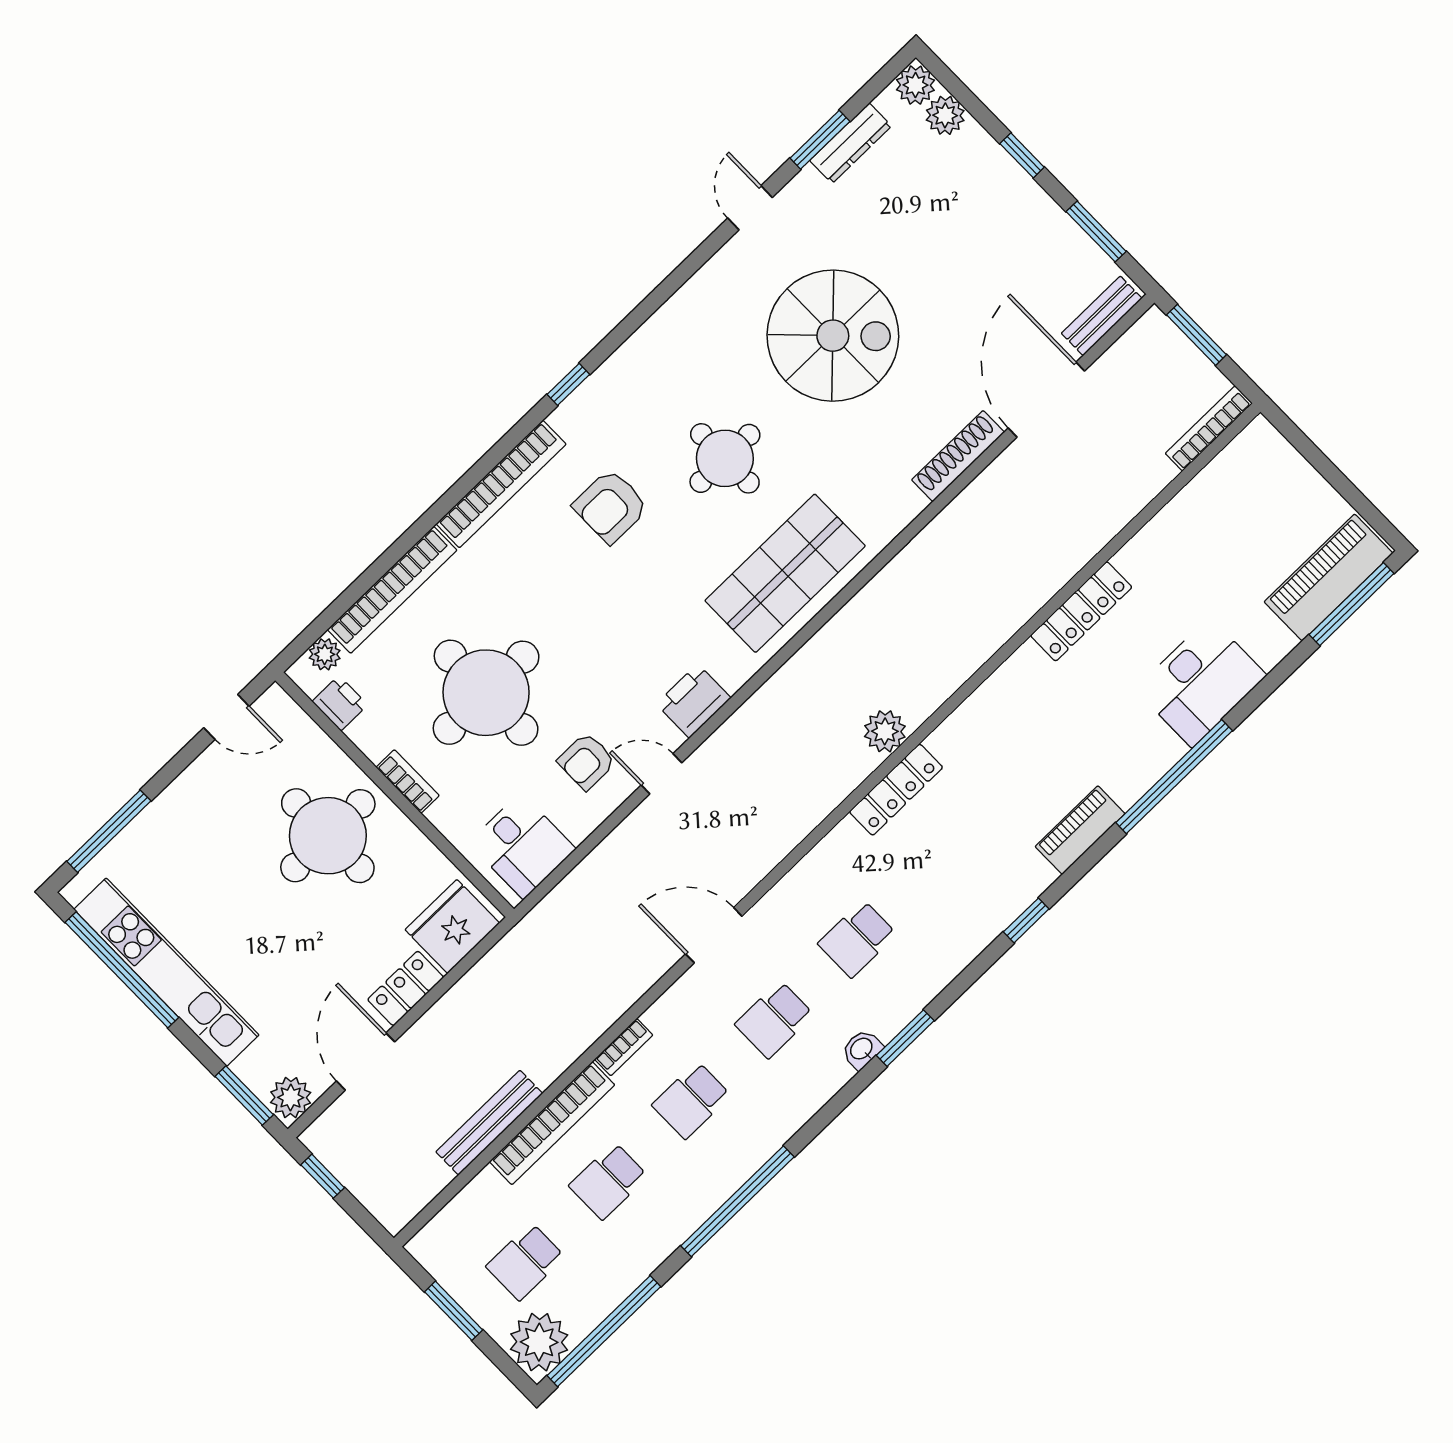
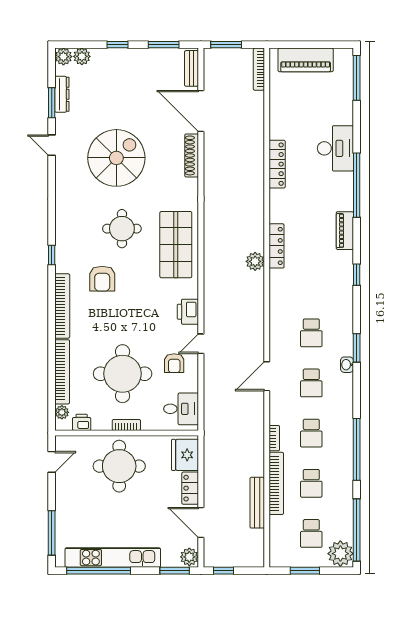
piano: (1328, 578) -> (306, 60), moved, turned -90
locker: (896, 790) -> (277, 246), moved

